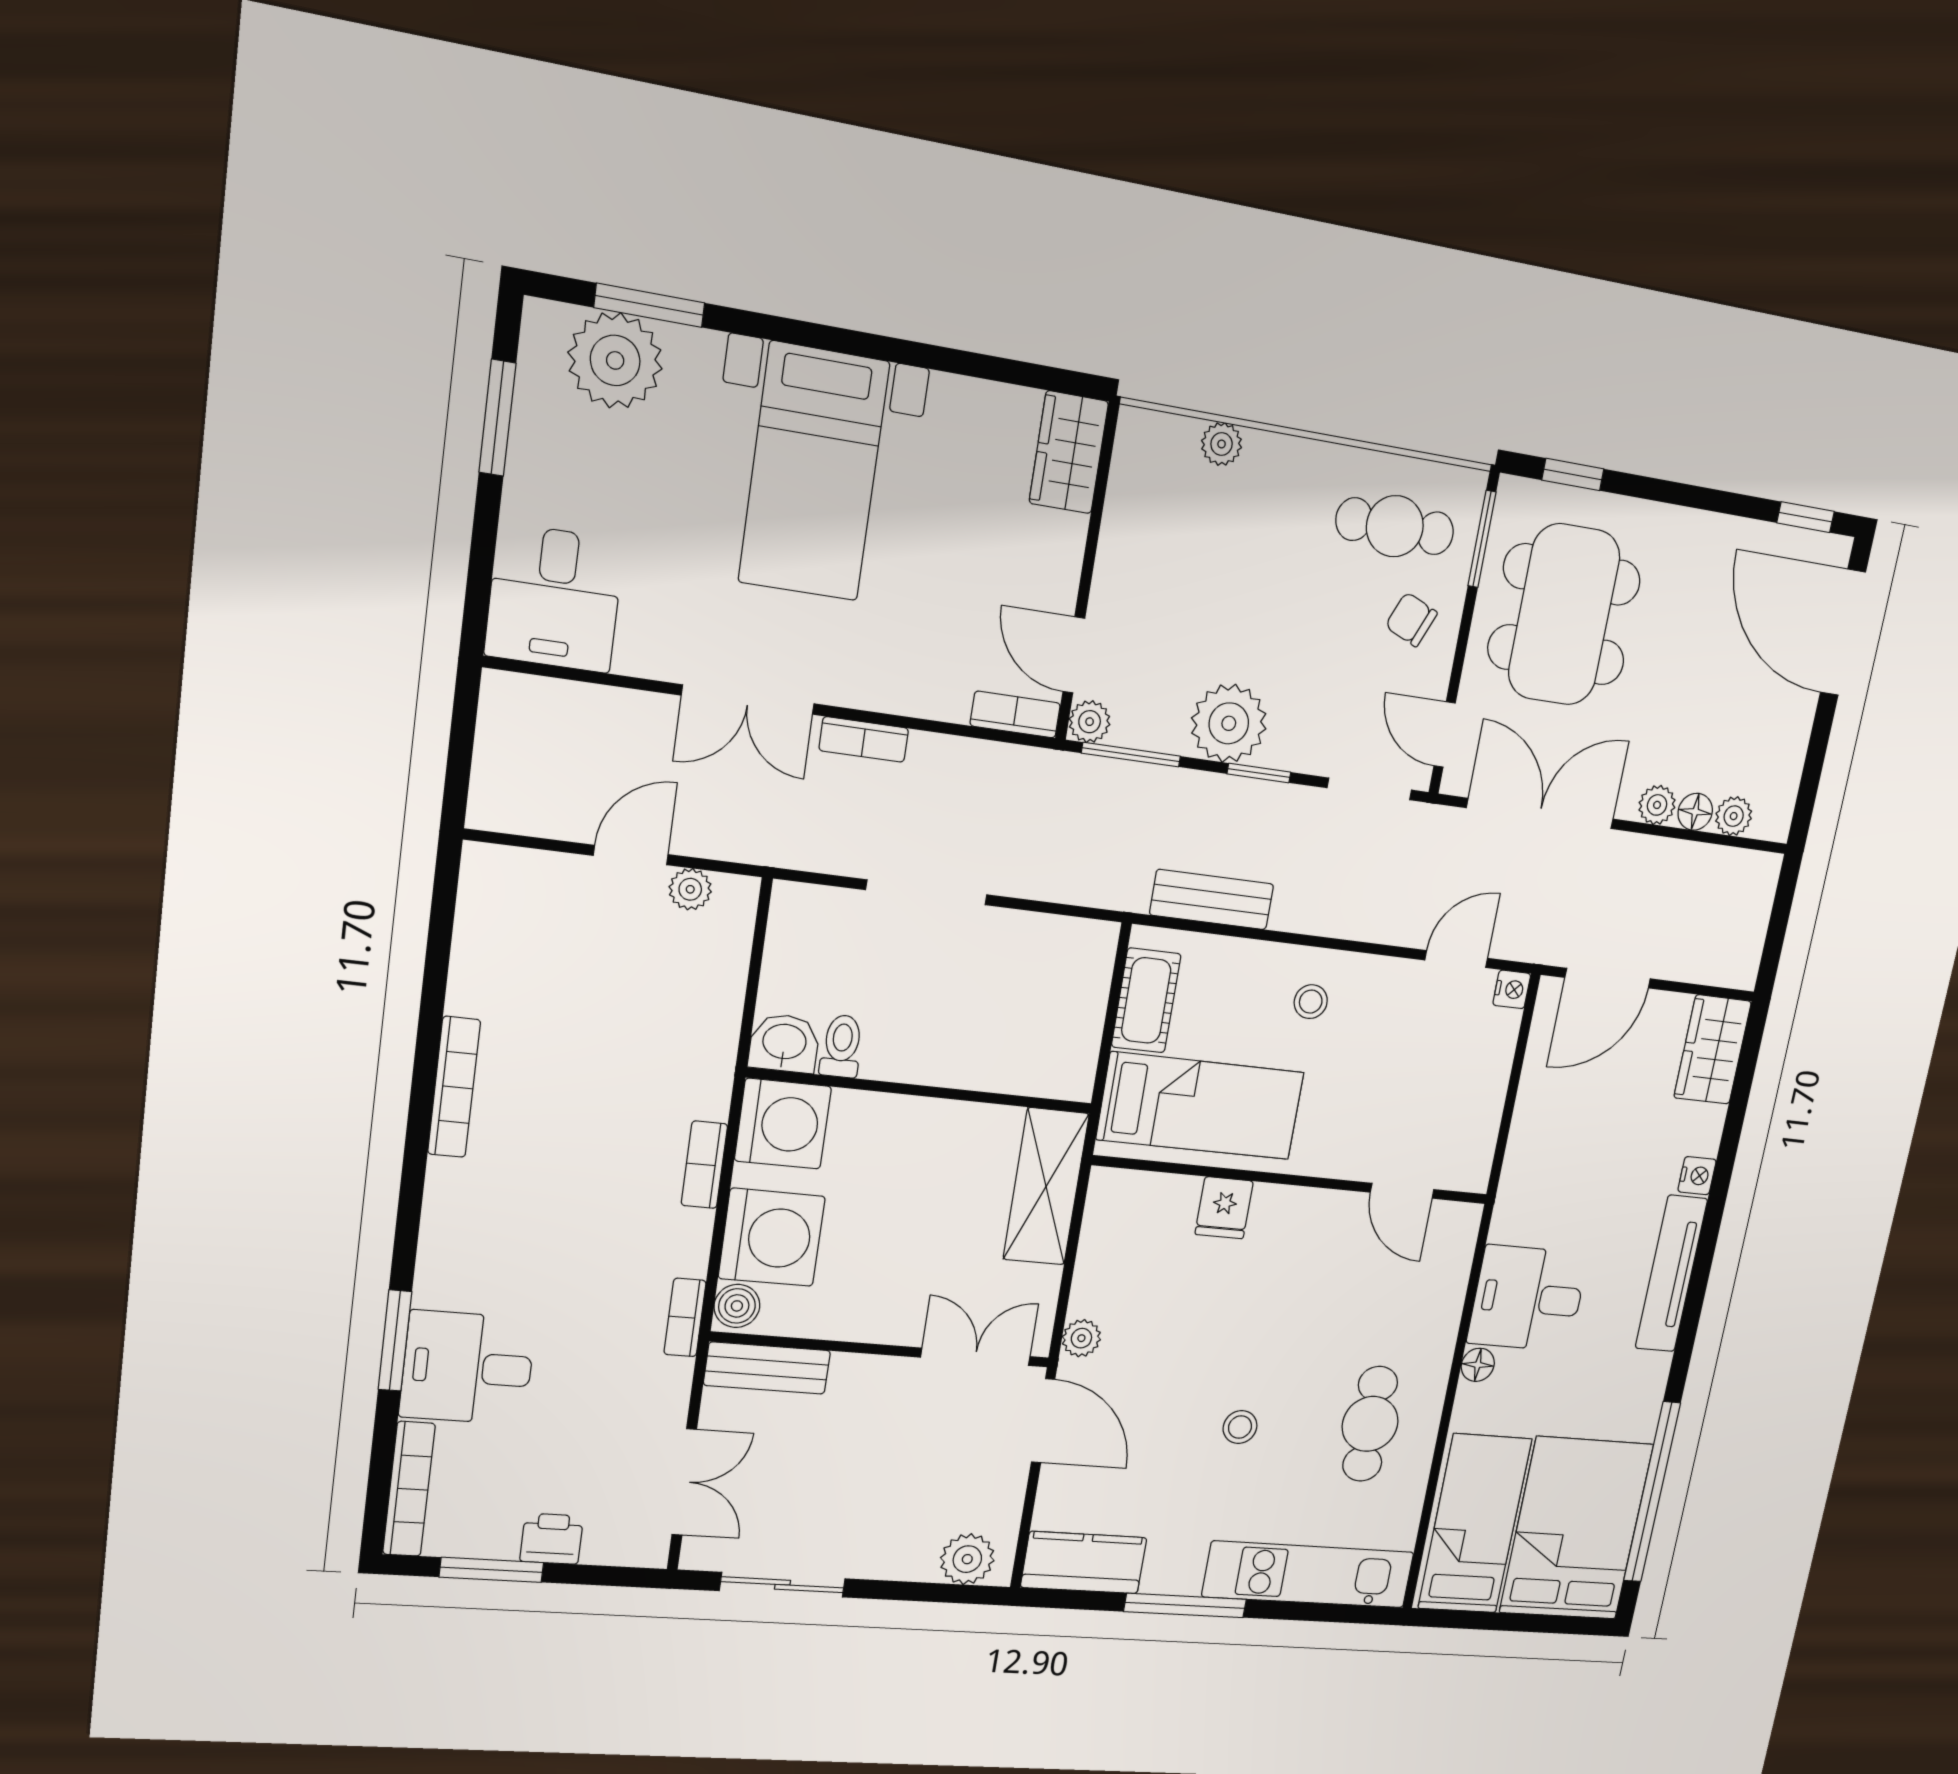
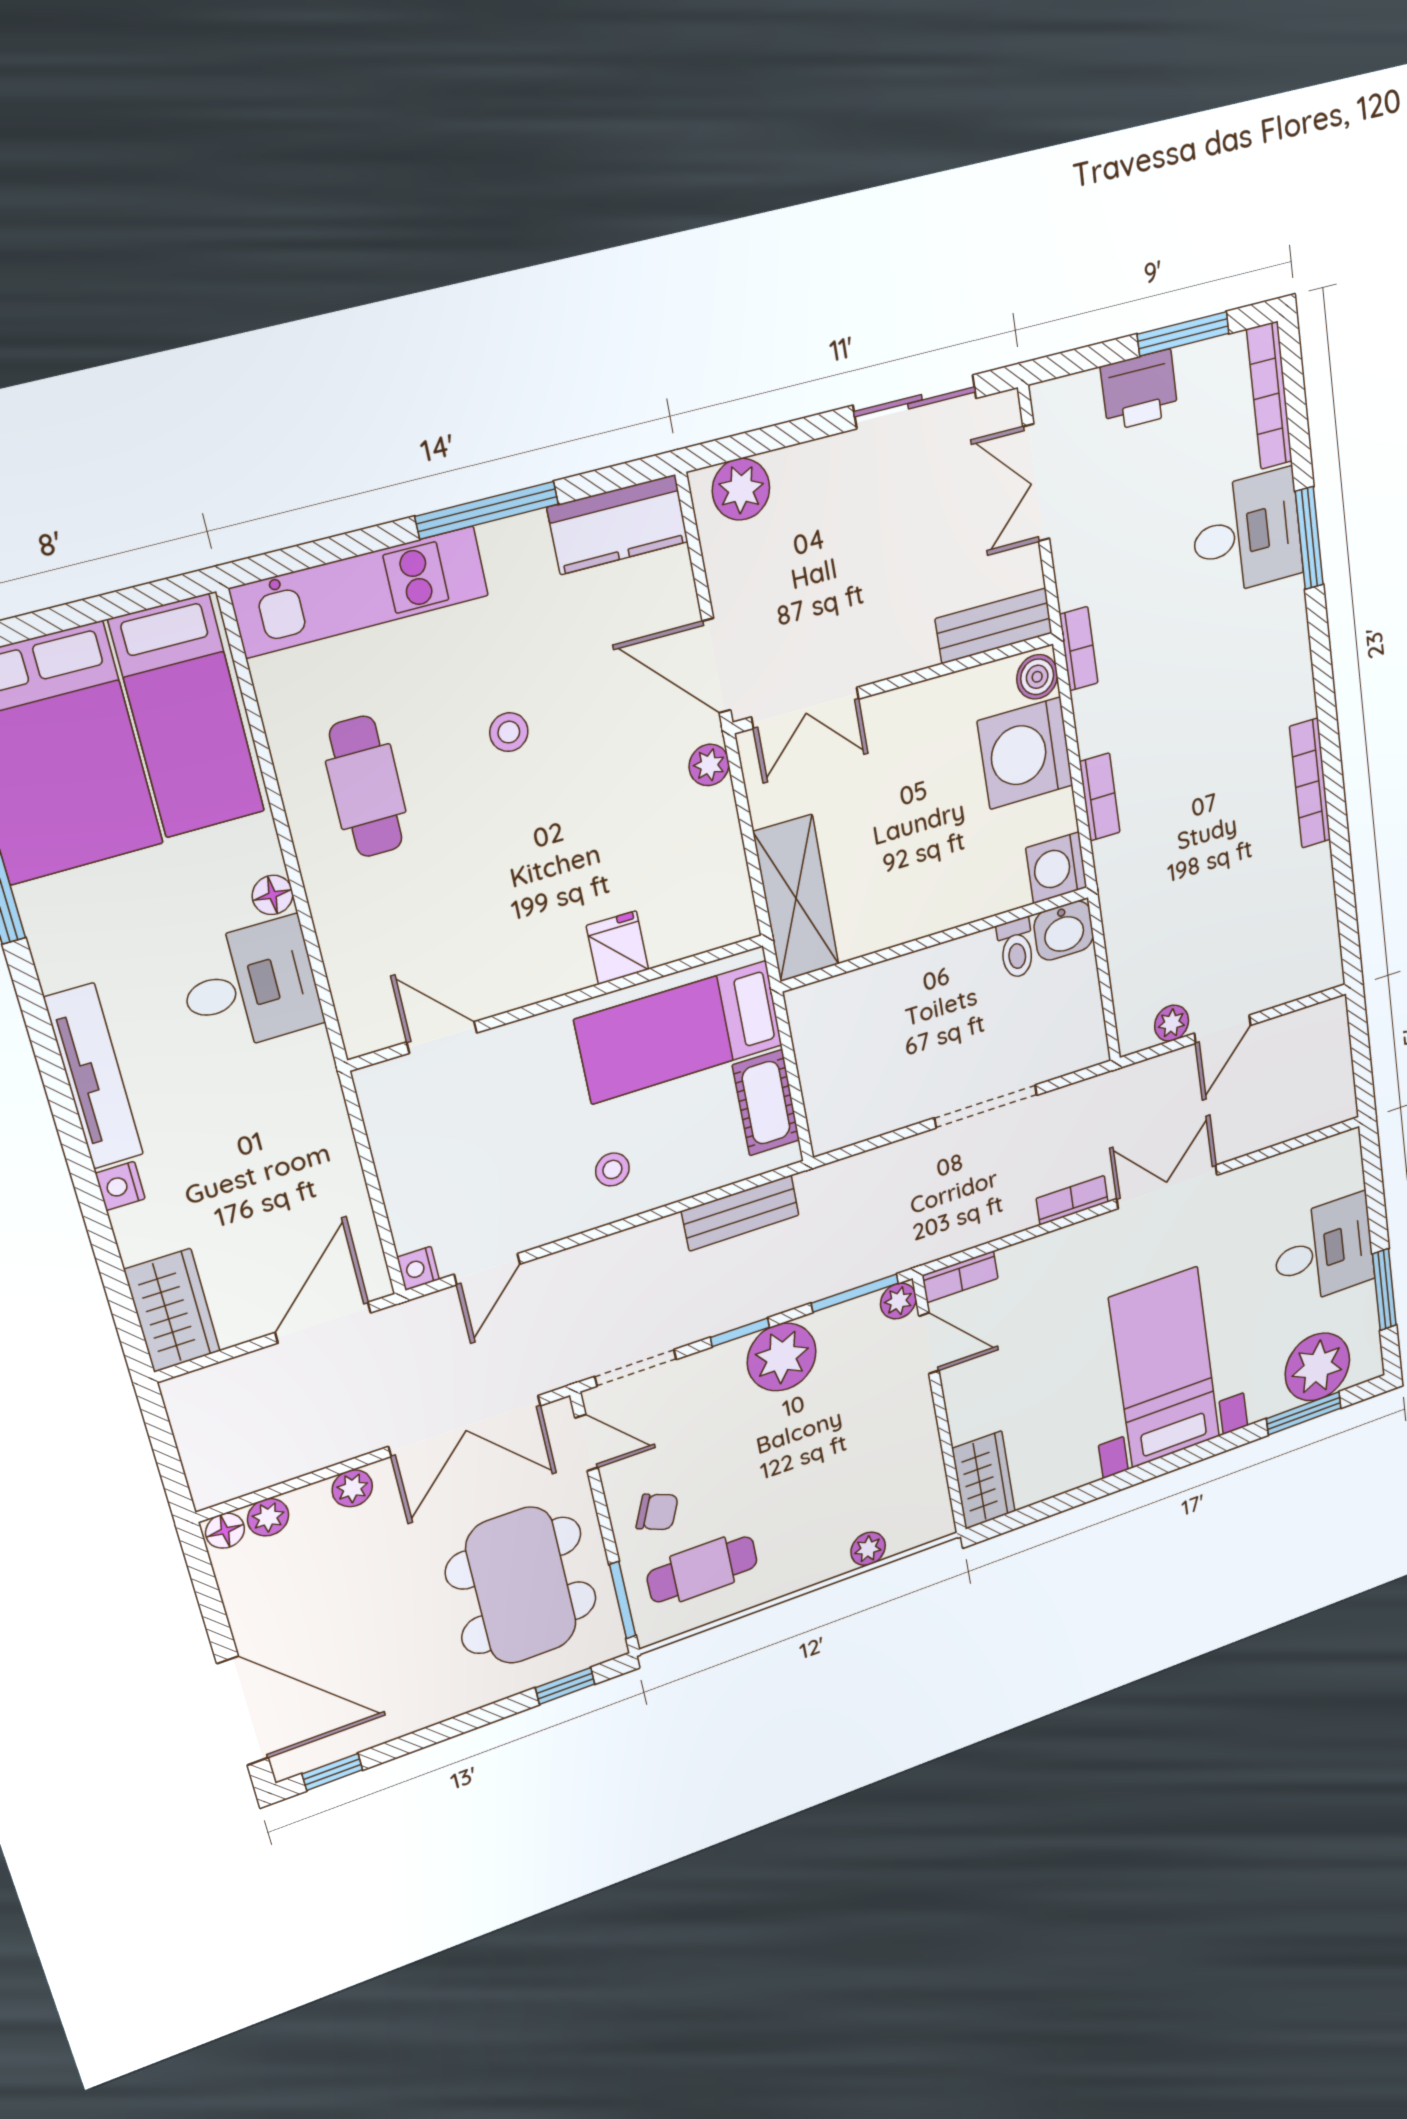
desk: (554, 598) -> (1324, 1251), moved, turned 90
floor lamp: (1695, 812) -> (225, 1531), moved
washing machine: (783, 1124) -> (1056, 868), width x0.73, depth x0.73
printer: (552, 1539) -> (1139, 390), width x1.36, depth x1.24

